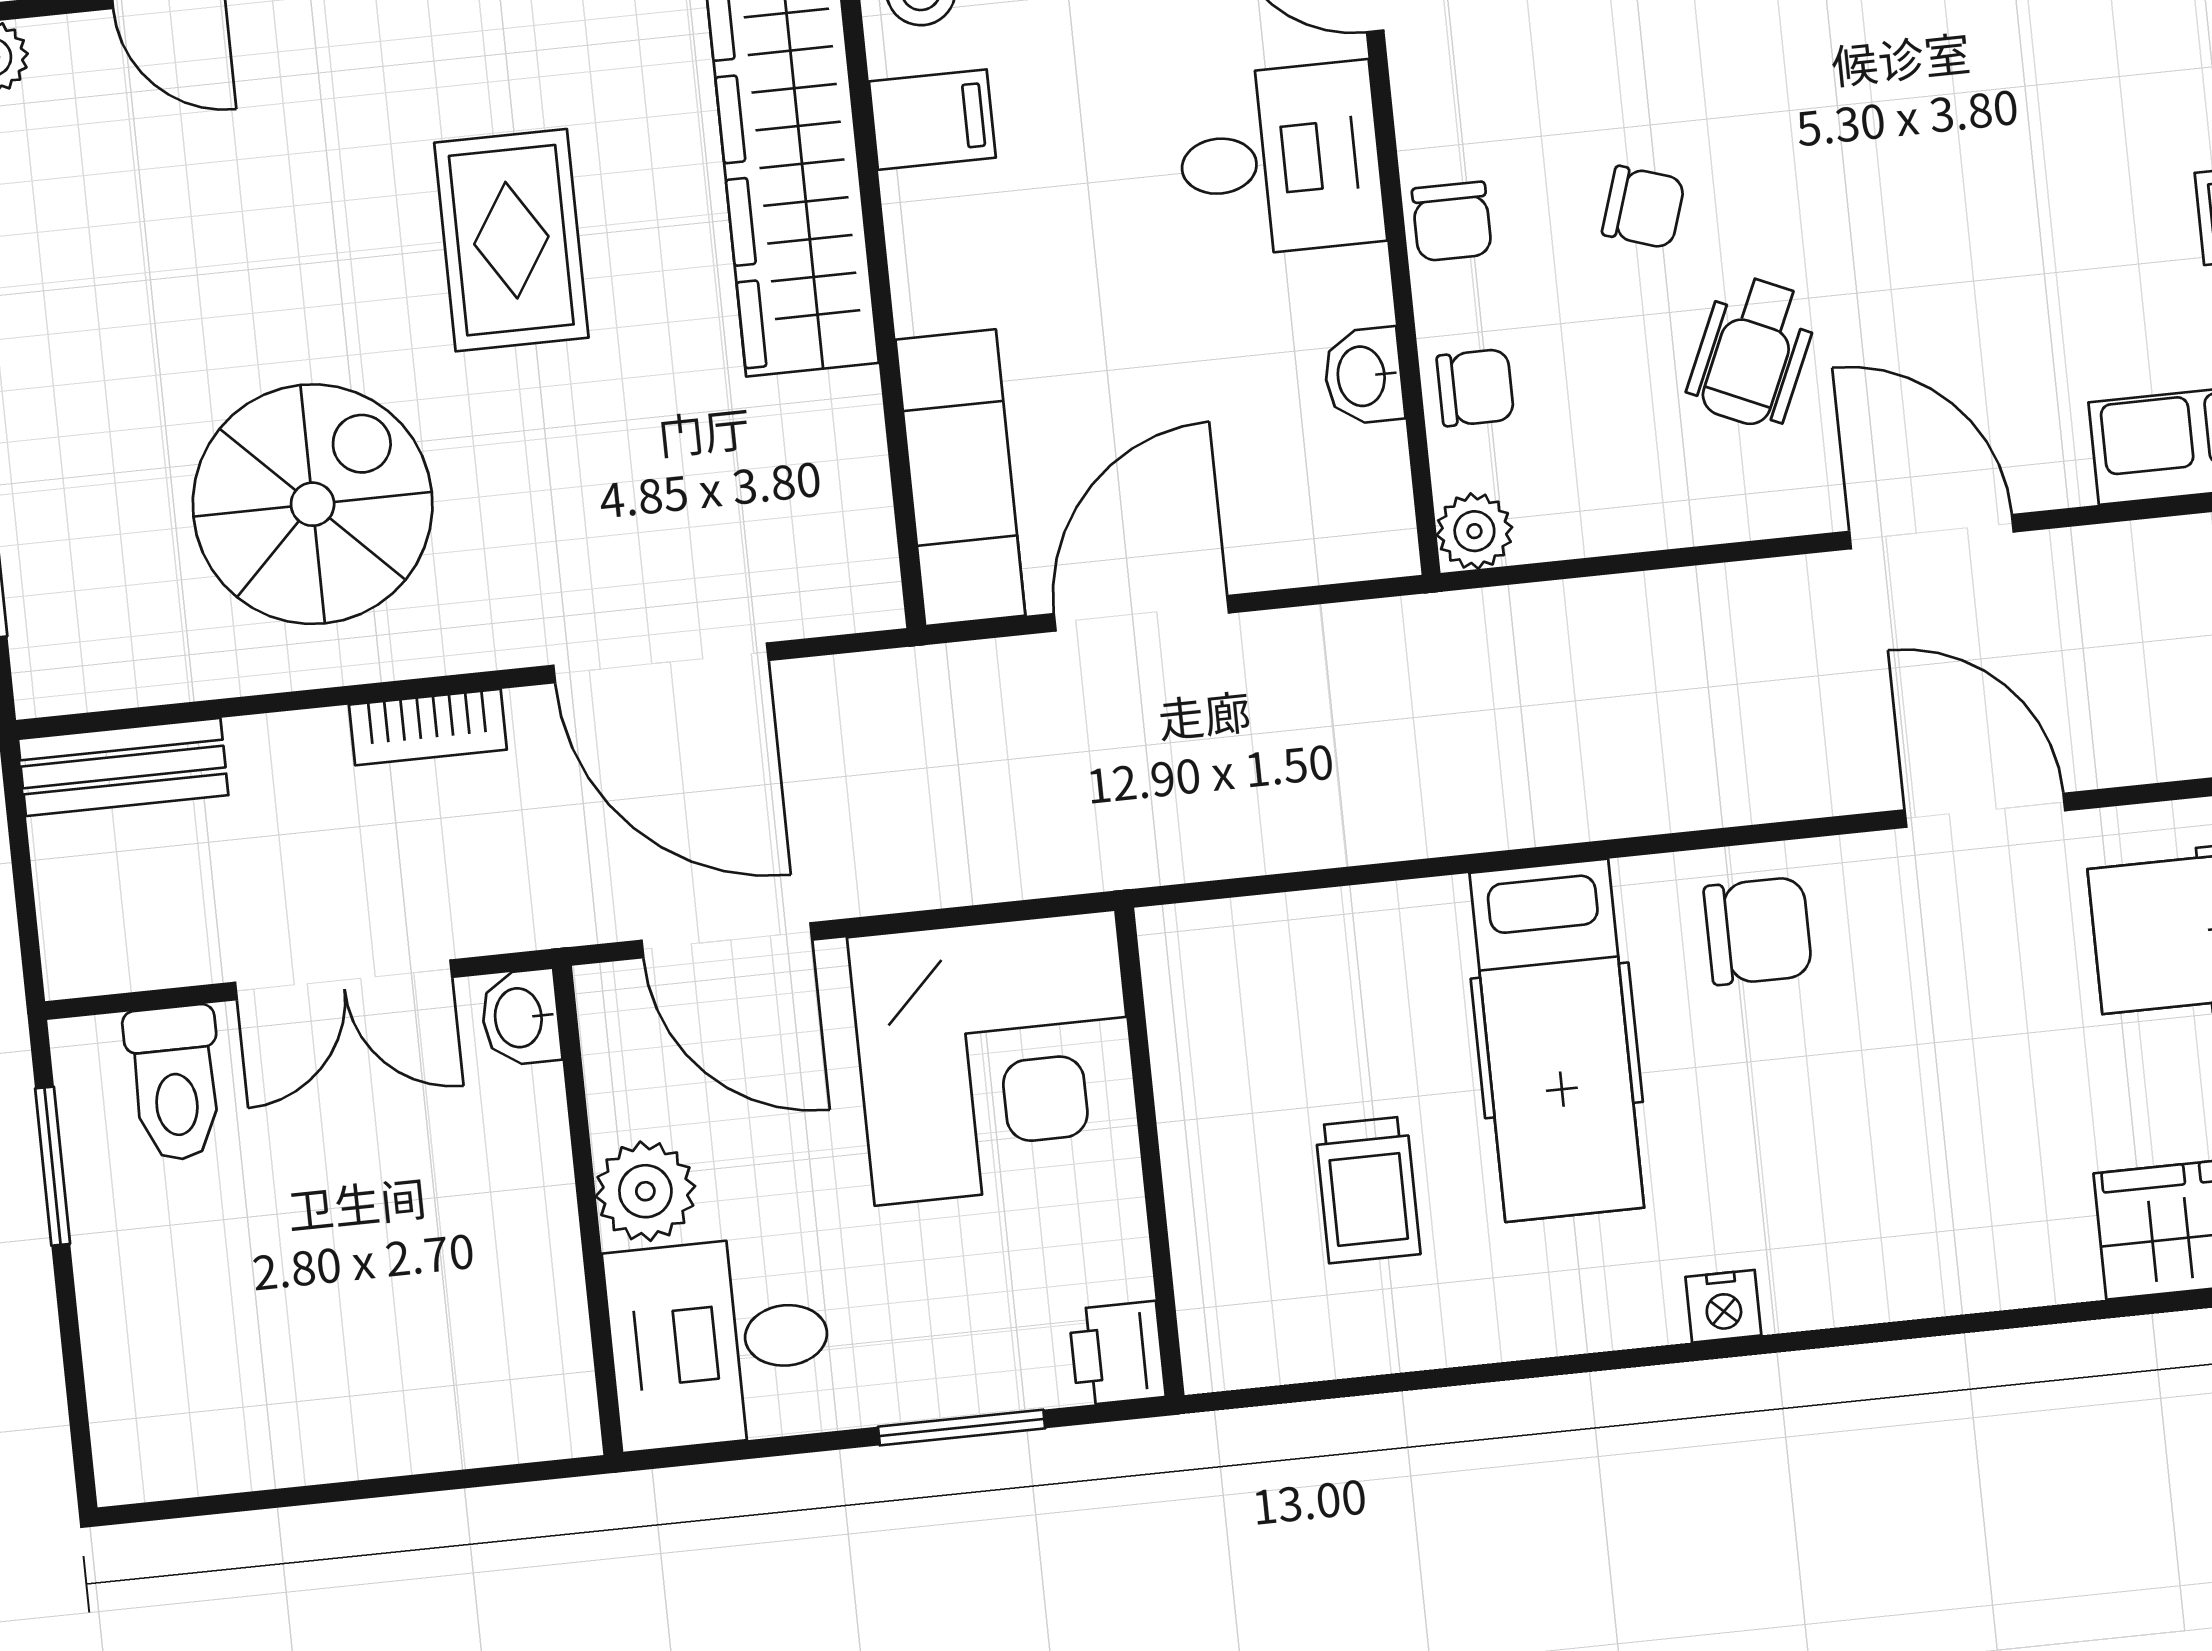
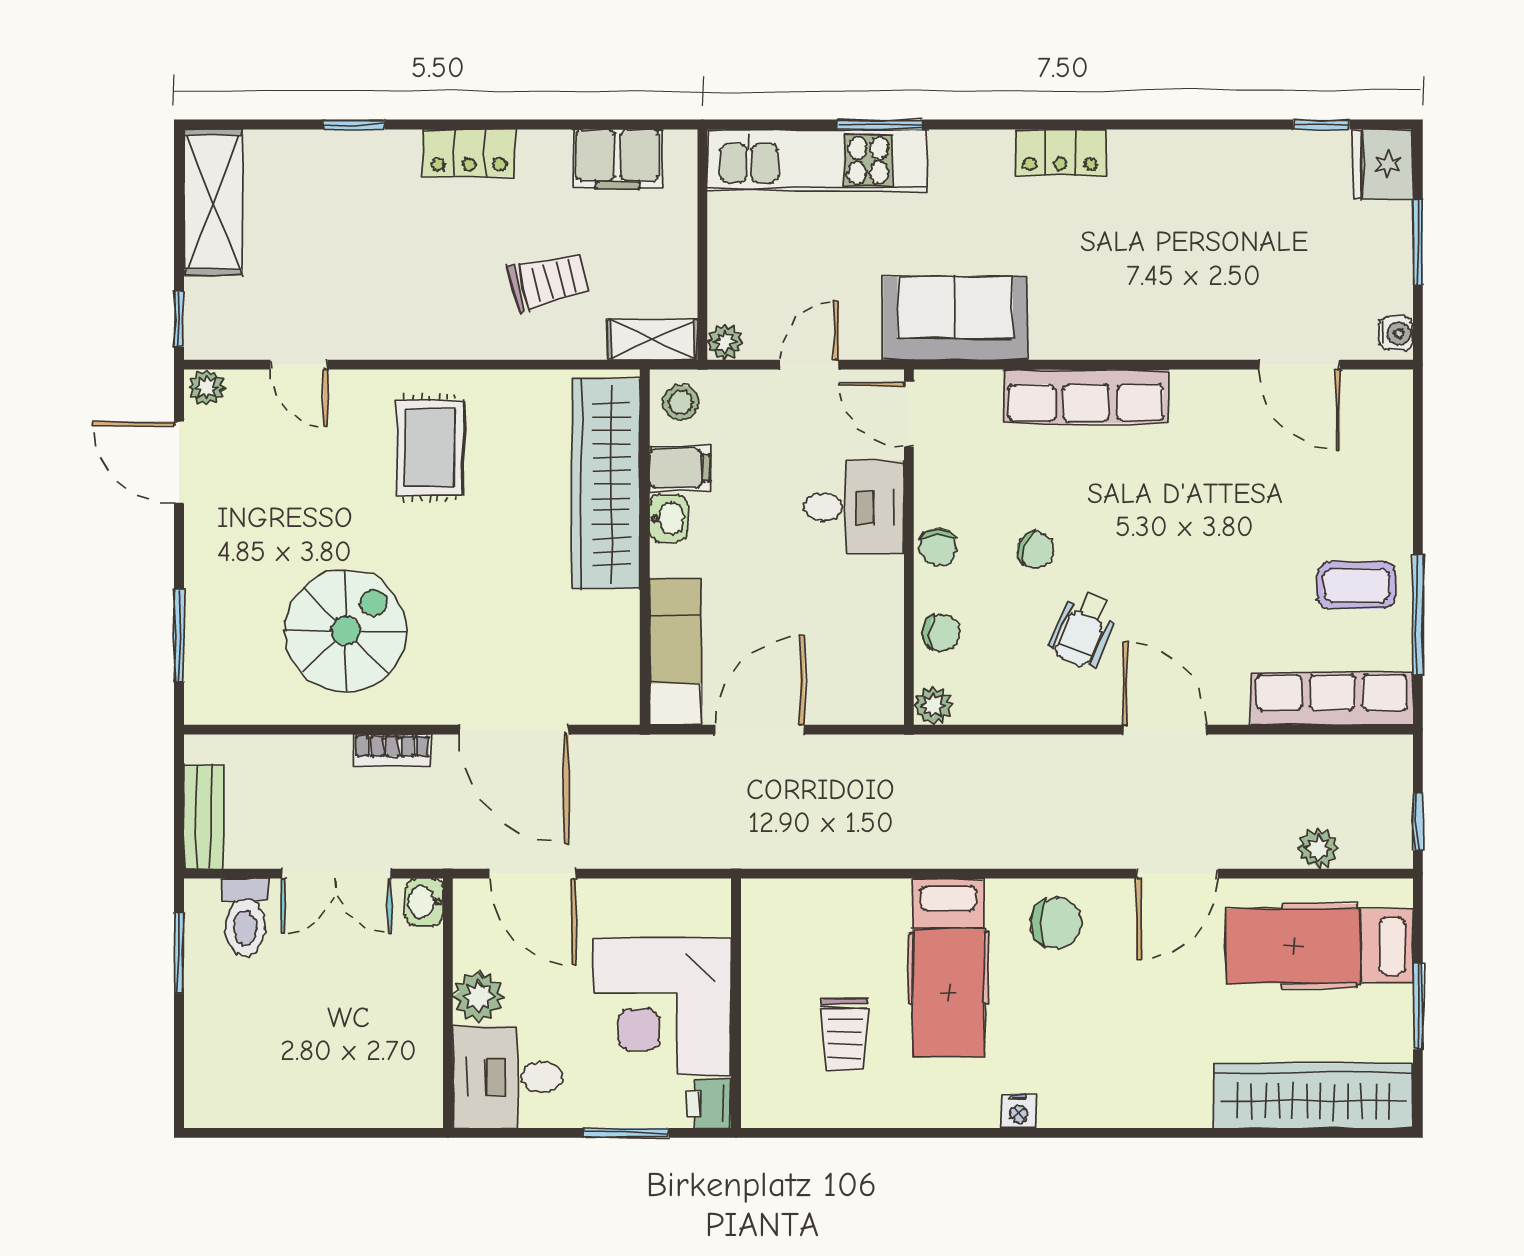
rug: (511, 240) -> (430, 448), moved
washbasin: (1363, 376) -> (669, 519), moved, turned 180
bench: (123, 767) -> (204, 817), moved, turned 90
door: (1985, 810) -> (1177, 874), swing flipped
corner desk: (995, 1058) -> (662, 1006), moved, turned 90

